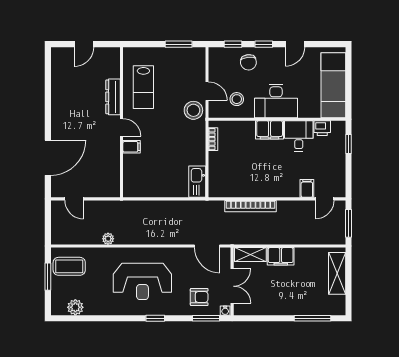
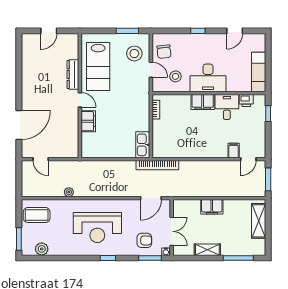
window: (233, 44) -> (172, 31), removed
door: (295, 44) -> (235, 31), moved
chair: (248, 62) -> (164, 52), moved
exam couch: (333, 85) -> (259, 72), width x0.73, depth x0.69
lab bench: (143, 87) -> (98, 67), width x1.36, depth x1.39
stool: (193, 110) -> (134, 53), moved
filing cabinet: (132, 147) -> (88, 121), width x2.00
bookcase: (251, 206) -> (157, 165), moved
door: (207, 246) -> (151, 198), hinge flipped
shelving: (250, 255) -> (207, 250), moved
window: (48, 277) -> (19, 239), moved

